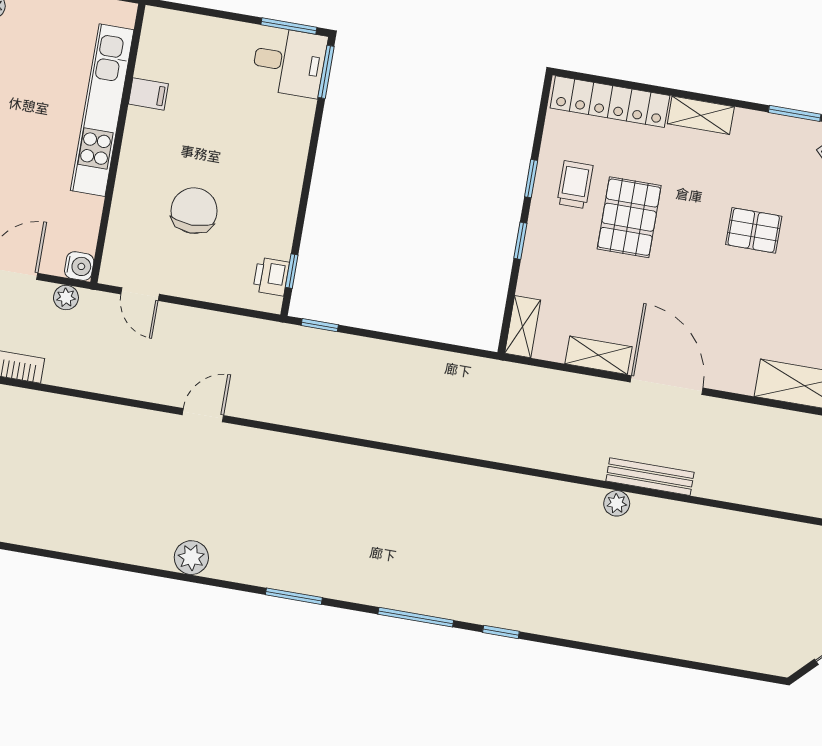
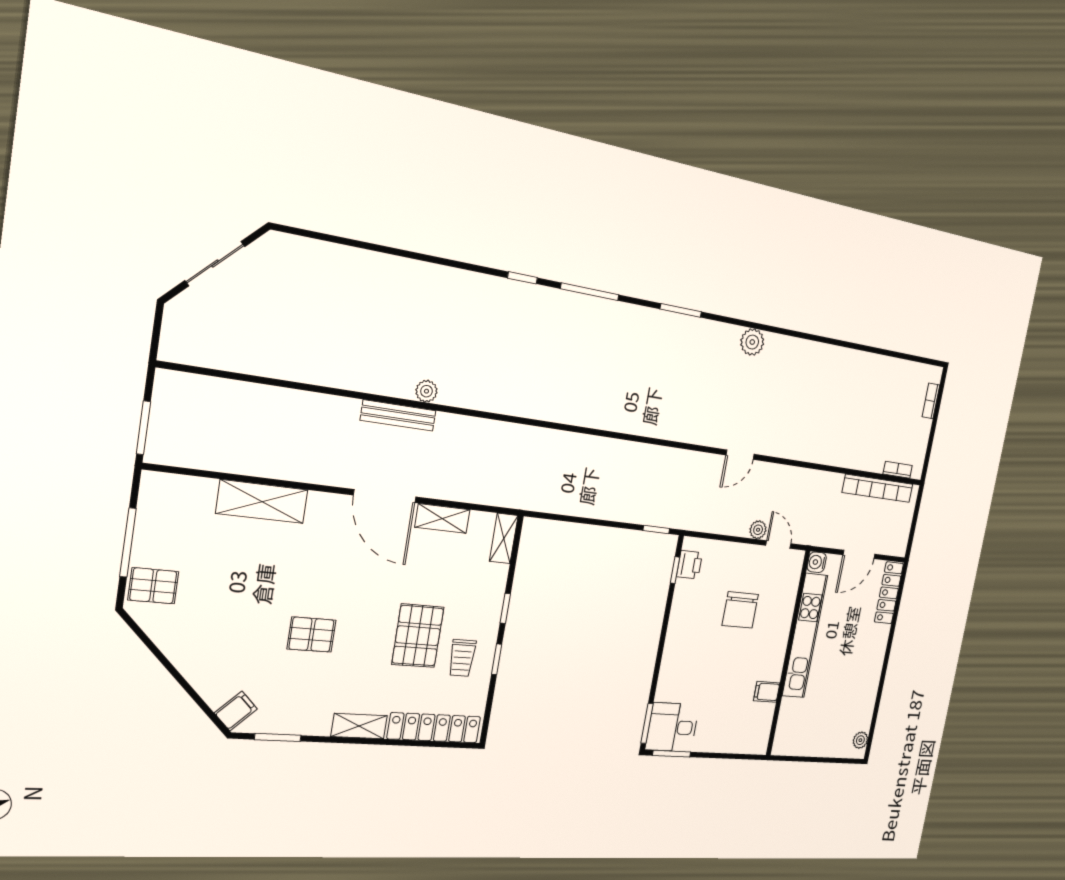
kitchen unit: (102, 110) -> (805, 636), moved
plant: (66, 298) -> (758, 530), moved

